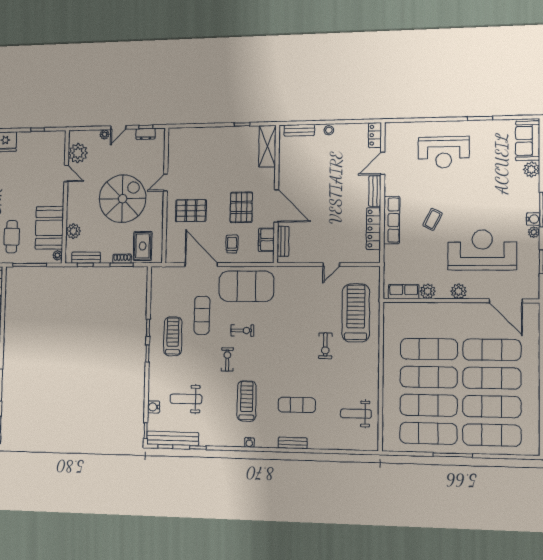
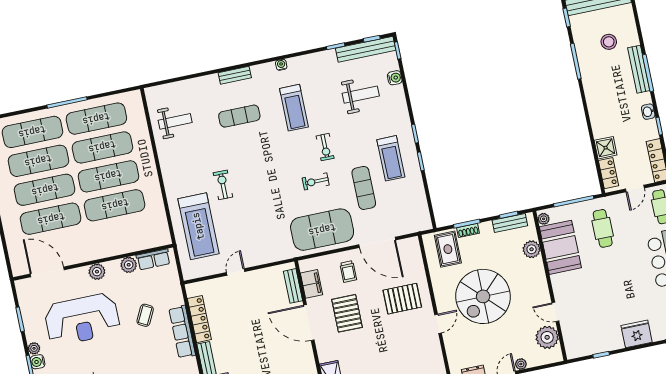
coffee table: (433, 219) -> (145, 315), moved

